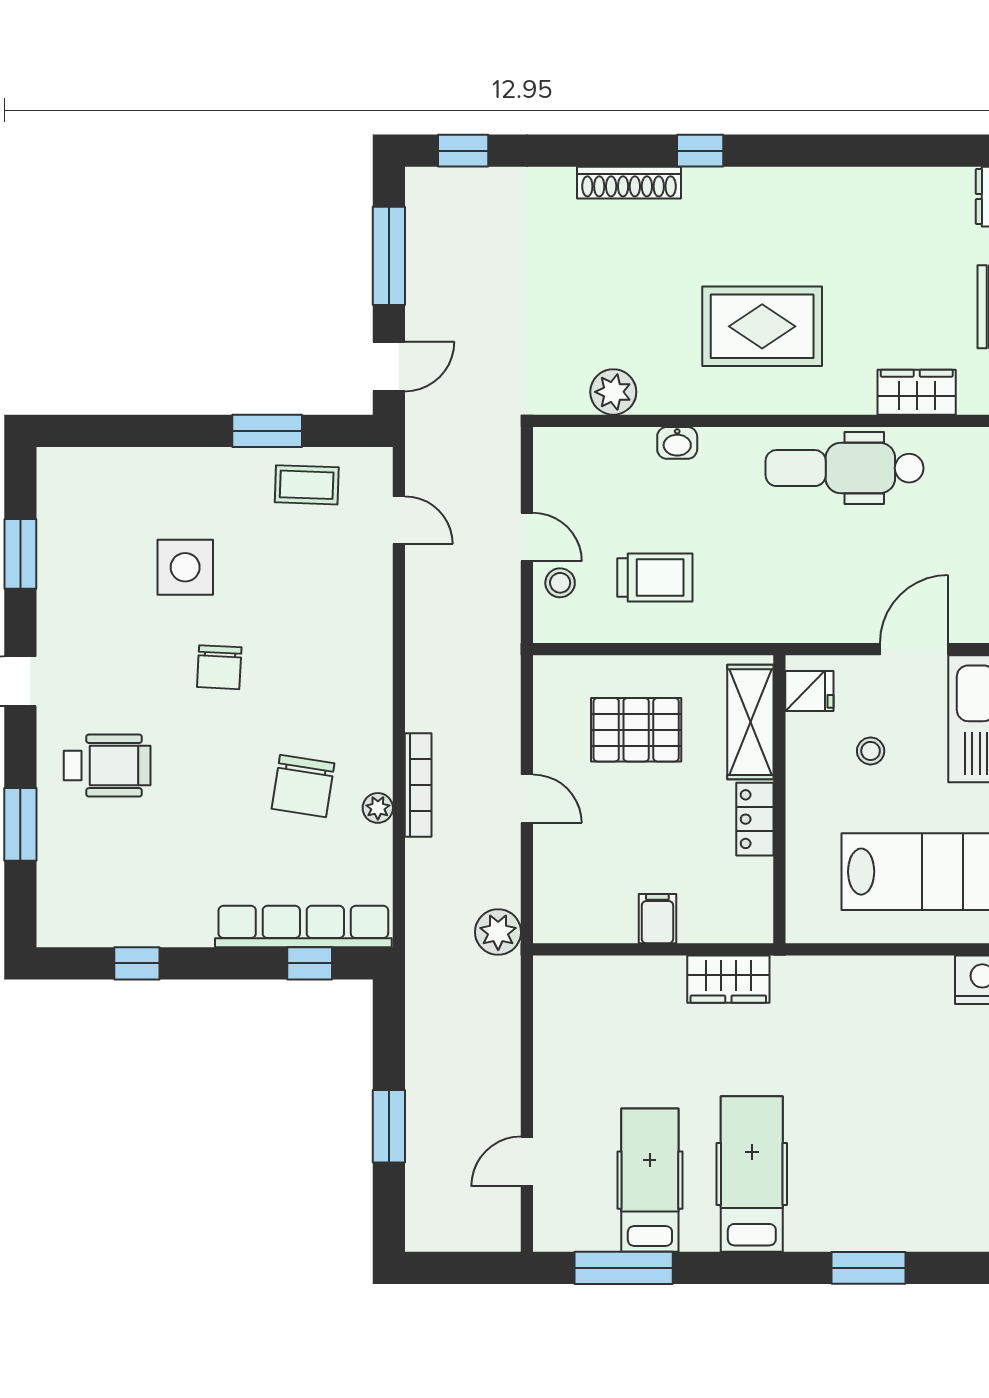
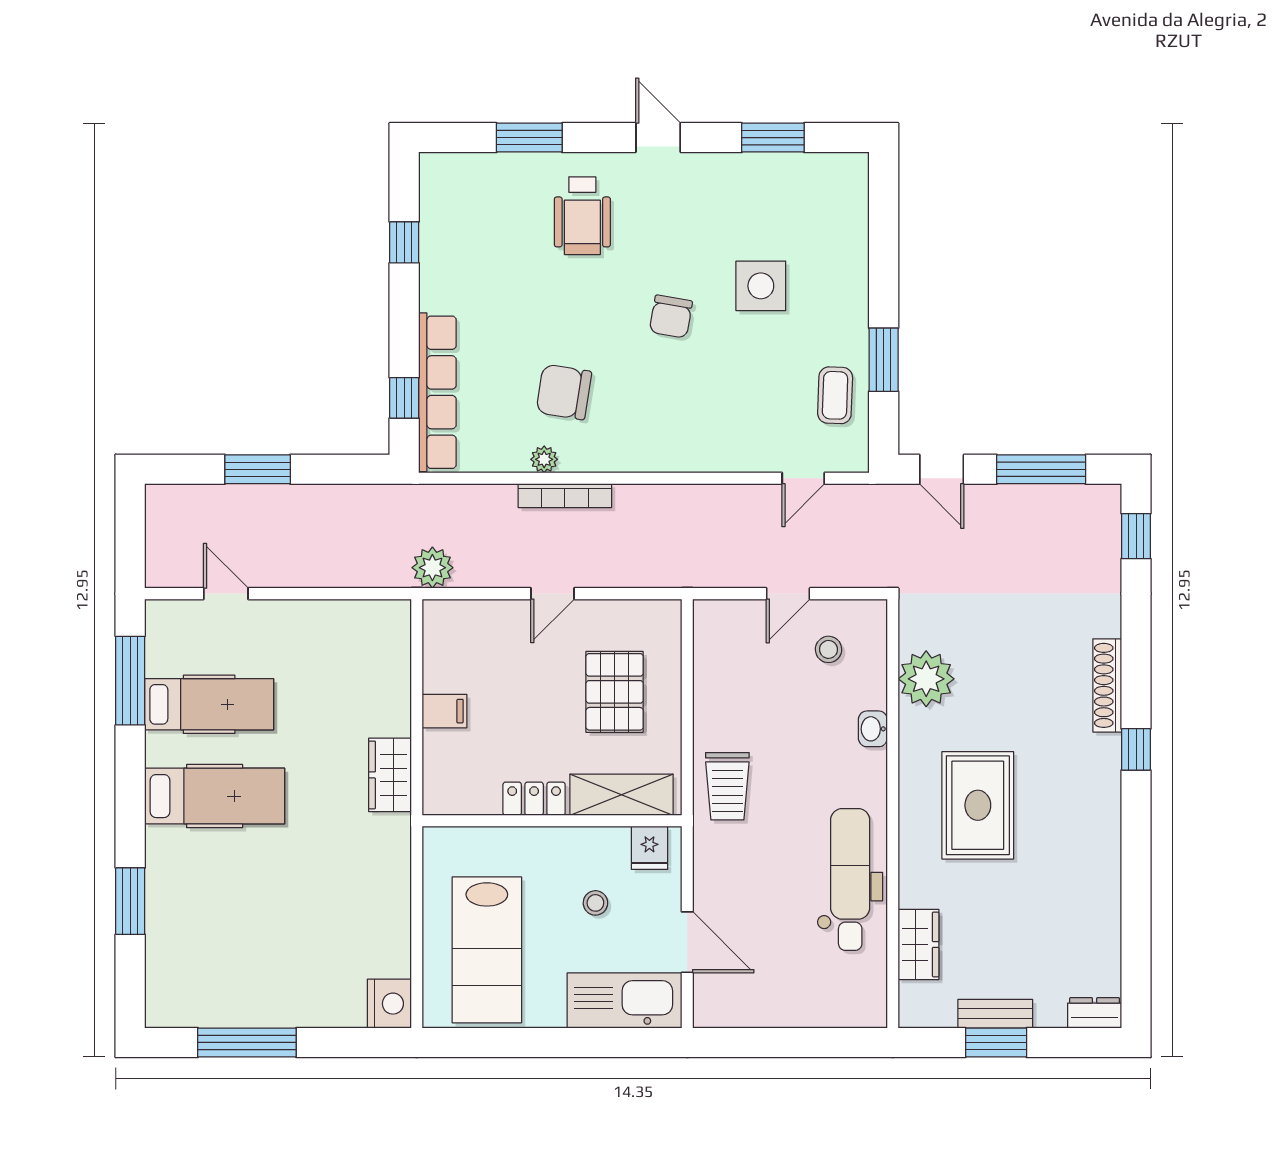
plant: (613, 392) -> (926, 679), width x1.36, depth x1.36
trolley: (655, 578) -> (727, 786), moved
stool: (560, 583) -> (828, 649), moved
chair: (219, 667) -> (671, 317), turned -83

